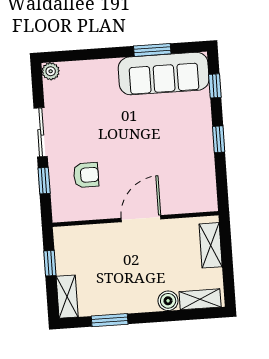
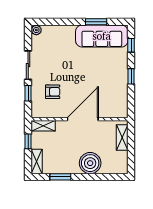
door: (141, 219) -> (83, 119), width x1.36
shelving: (200, 299) -> (43, 126), moved
boiler: (168, 301) -> (90, 163), width x1.86, depth x1.86

